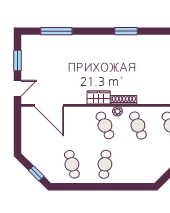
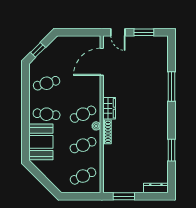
window: (56, 31) -> (171, 87), moved
window: (126, 31) -> (171, 150), moved
booth: (134, 170) -> (41, 142), added

